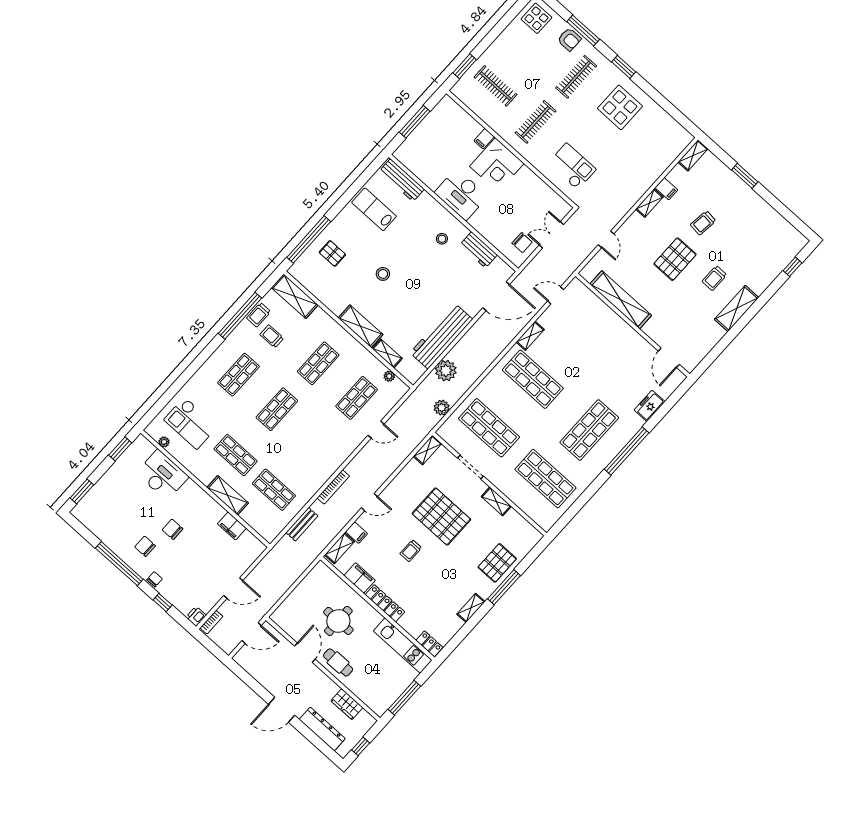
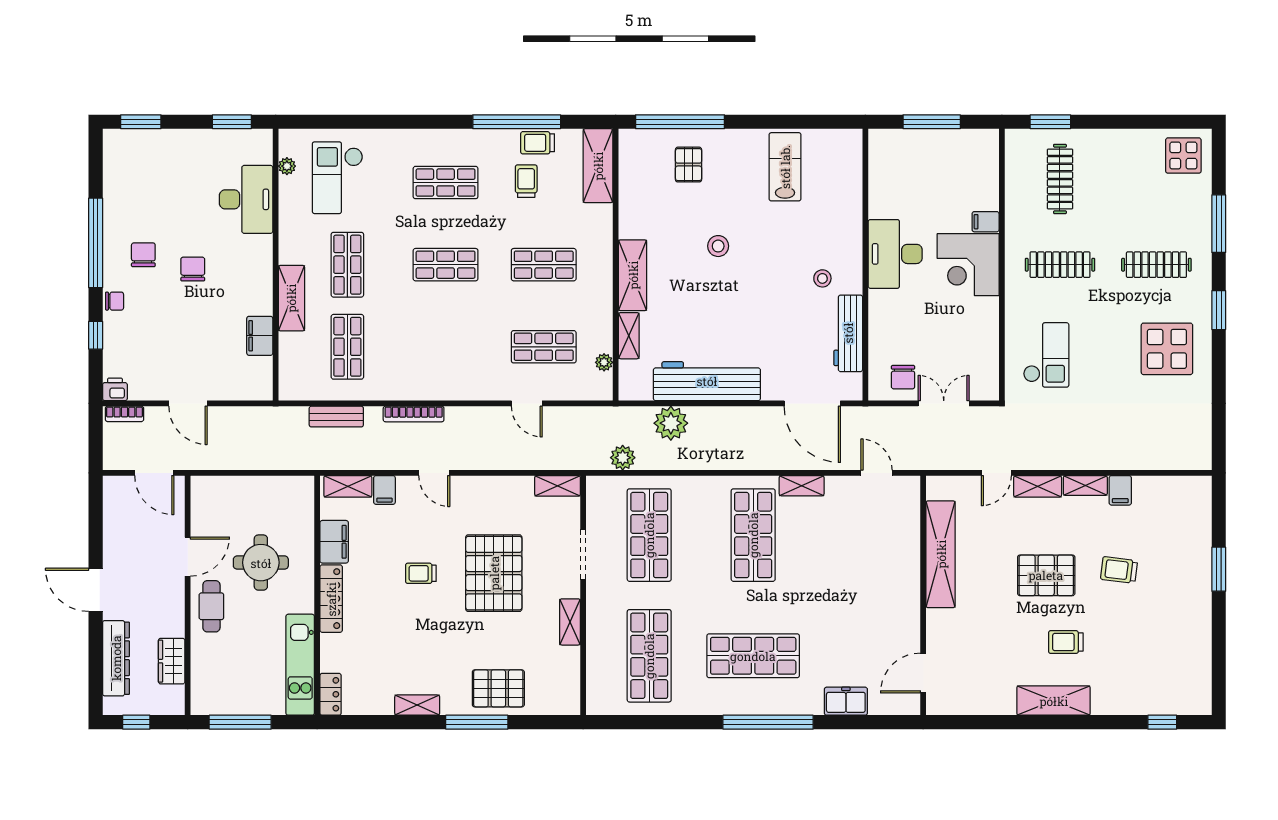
armchair: (569, 39) -> (1193, 217), removed
shelving: (693, 155) -> (1038, 486), moved
workbench: (402, 180) -> (849, 169), removed
workbench: (478, 250) -> (848, 333), width x1.37

